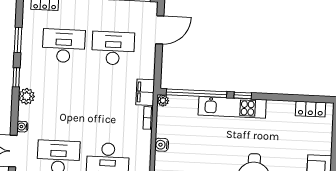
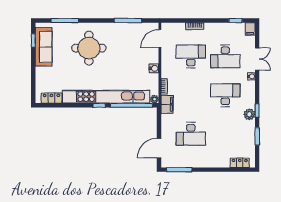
desk: (64, 46) -> (225, 95), moved, turned 180
plant: (27, 96) -> (249, 114), moved
kitchen unit: (232, 107) -> (106, 97), width x1.86

